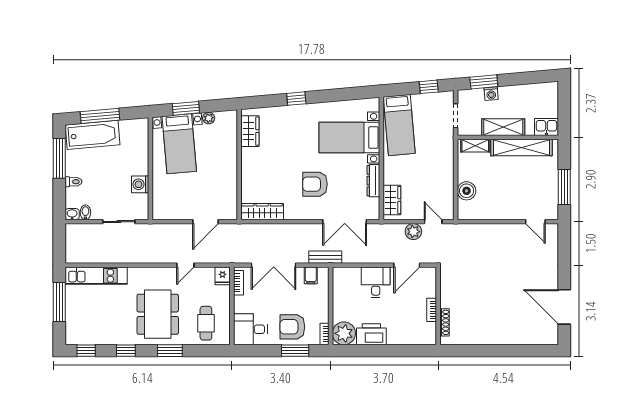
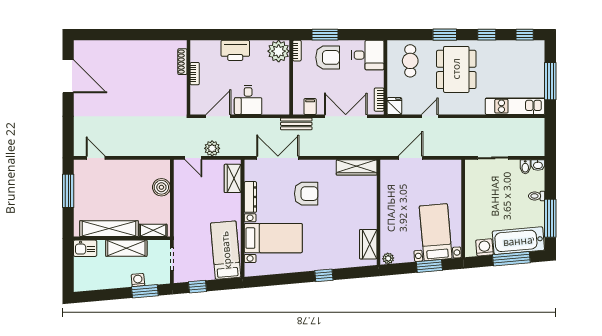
plant: (209, 118) -> (388, 258), moved
washing machine: (140, 184) -> (484, 247), moved, turned -95
printer: (371, 334) -> (235, 50), moved

